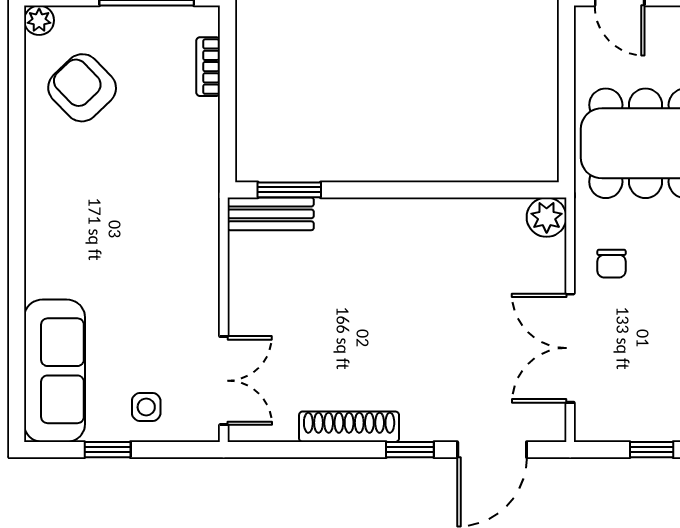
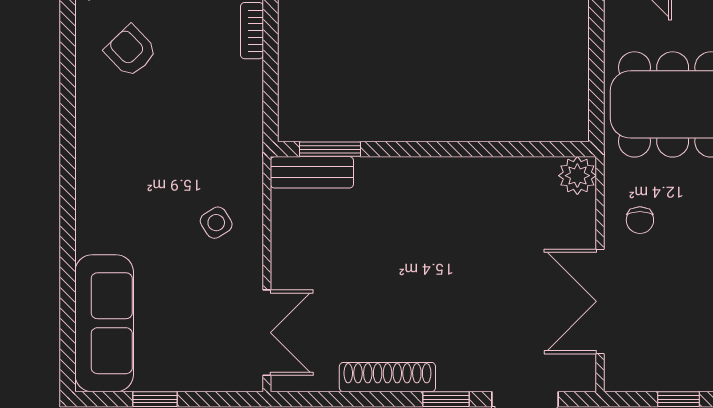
armchair: (82, 88) -> (131, 51), width x0.72, depth x0.72
side table: (146, 407) -> (216, 223), moved, turned -32

